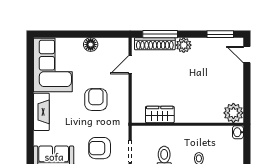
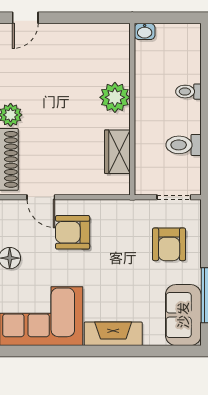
armchair: (96, 100) -> (73, 232), moved
plant: (233, 113) -> (115, 97), moved

